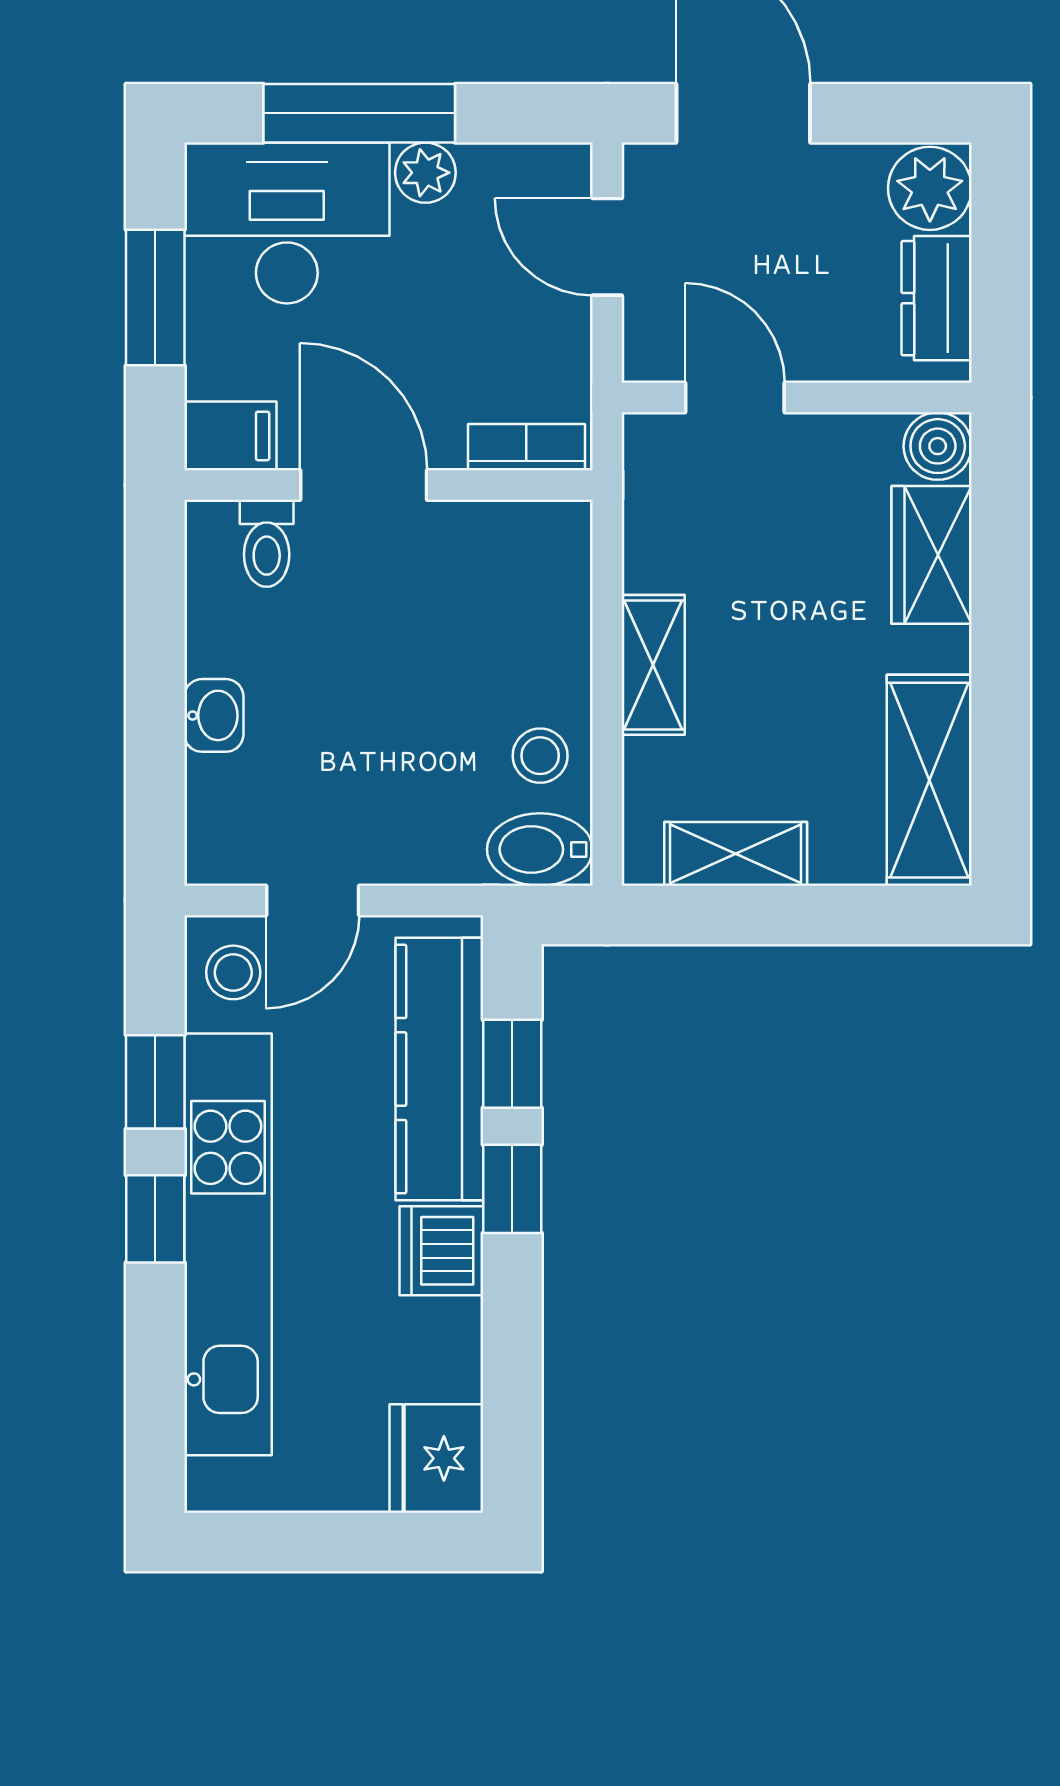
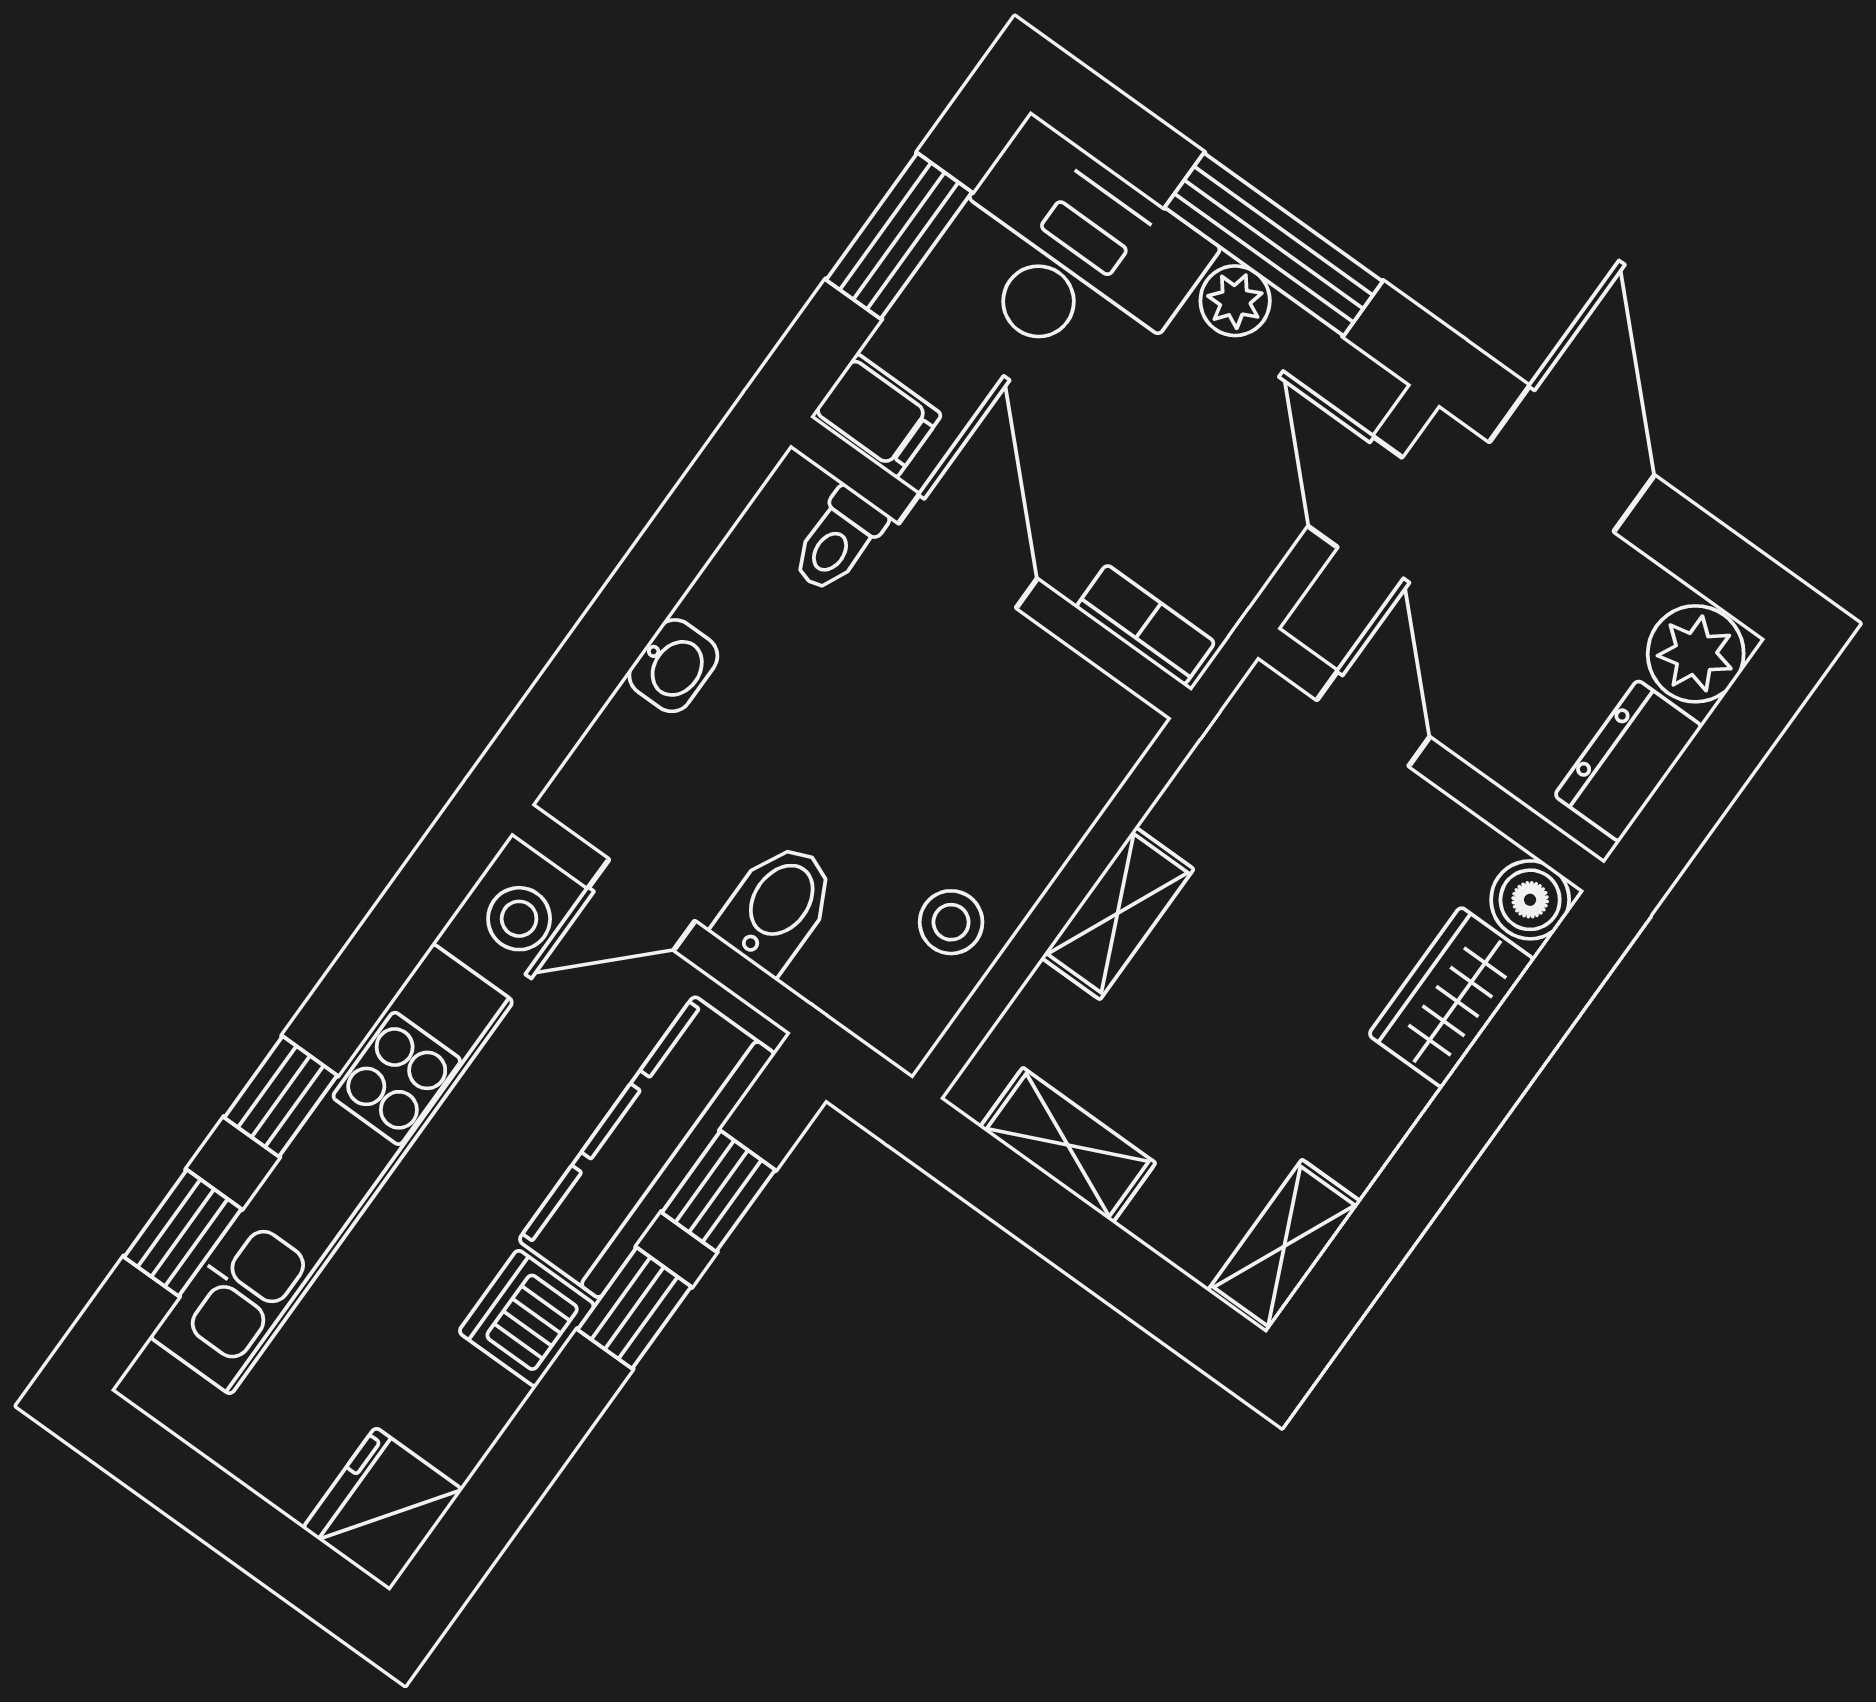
window: (359, 113) -> (1274, 244), moved
shelving: (929, 780) -> (1284, 1246), width x0.67, depth x0.75
bidet: (540, 849) -> (777, 907), moved, turned 90
window: (155, 1082) -> (183, 1233), moved

